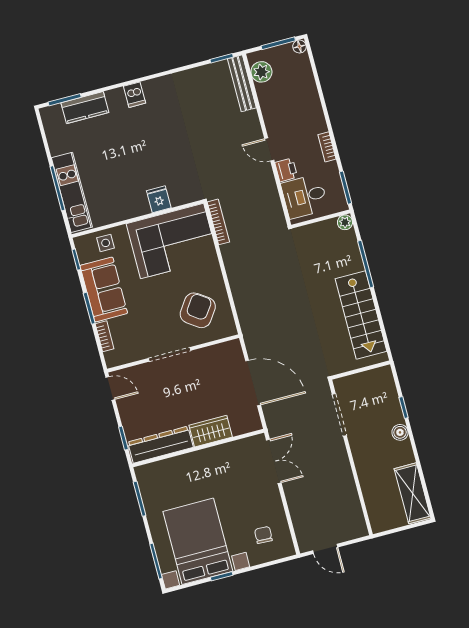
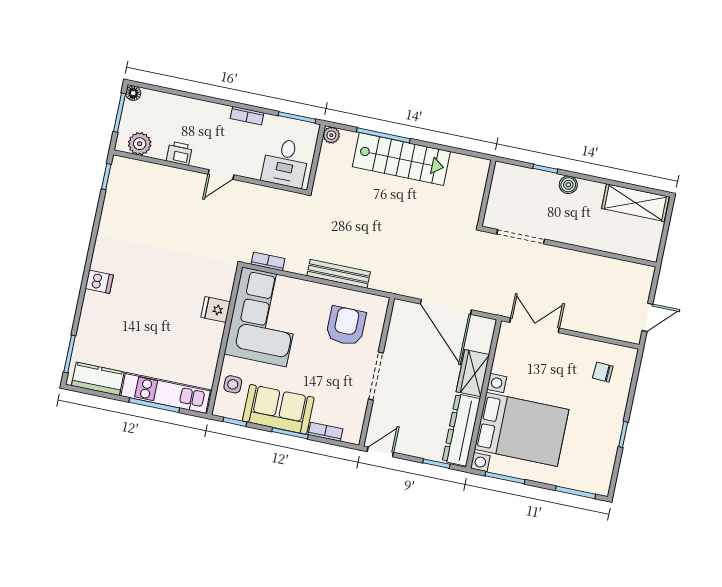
bench: (242, 83) -> (339, 274), moved
kitchen counter: (85, 108) -> (98, 379), moved, turned -90
printer: (286, 170) -> (179, 153), moved
bookcase: (218, 222) -> (268, 261), width x0.64
armchair: (198, 310) -> (346, 326), turned 55
stairs: (361, 315) -> (401, 159), moved
door: (253, 383) -> (446, 307), swing flipped
bed with nightstands: (198, 541) -> (522, 429), moved, turned 180

